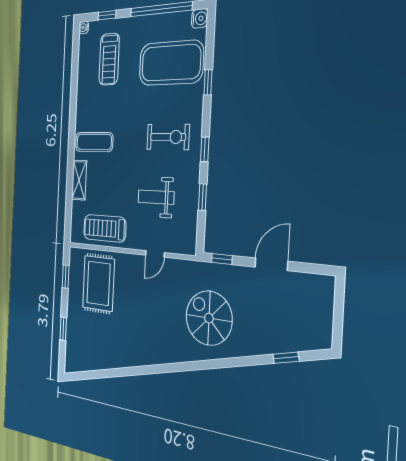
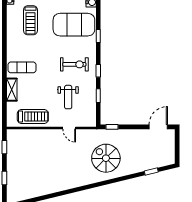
weight bench: (156, 197) -> (68, 97), turned -90
treadmill: (105, 228) -> (33, 117), turned 180
door: (155, 254) -> (69, 128), hinge flipped
door: (271, 264) -> (158, 127), moved
rug: (98, 283) -> (30, 148), removed

